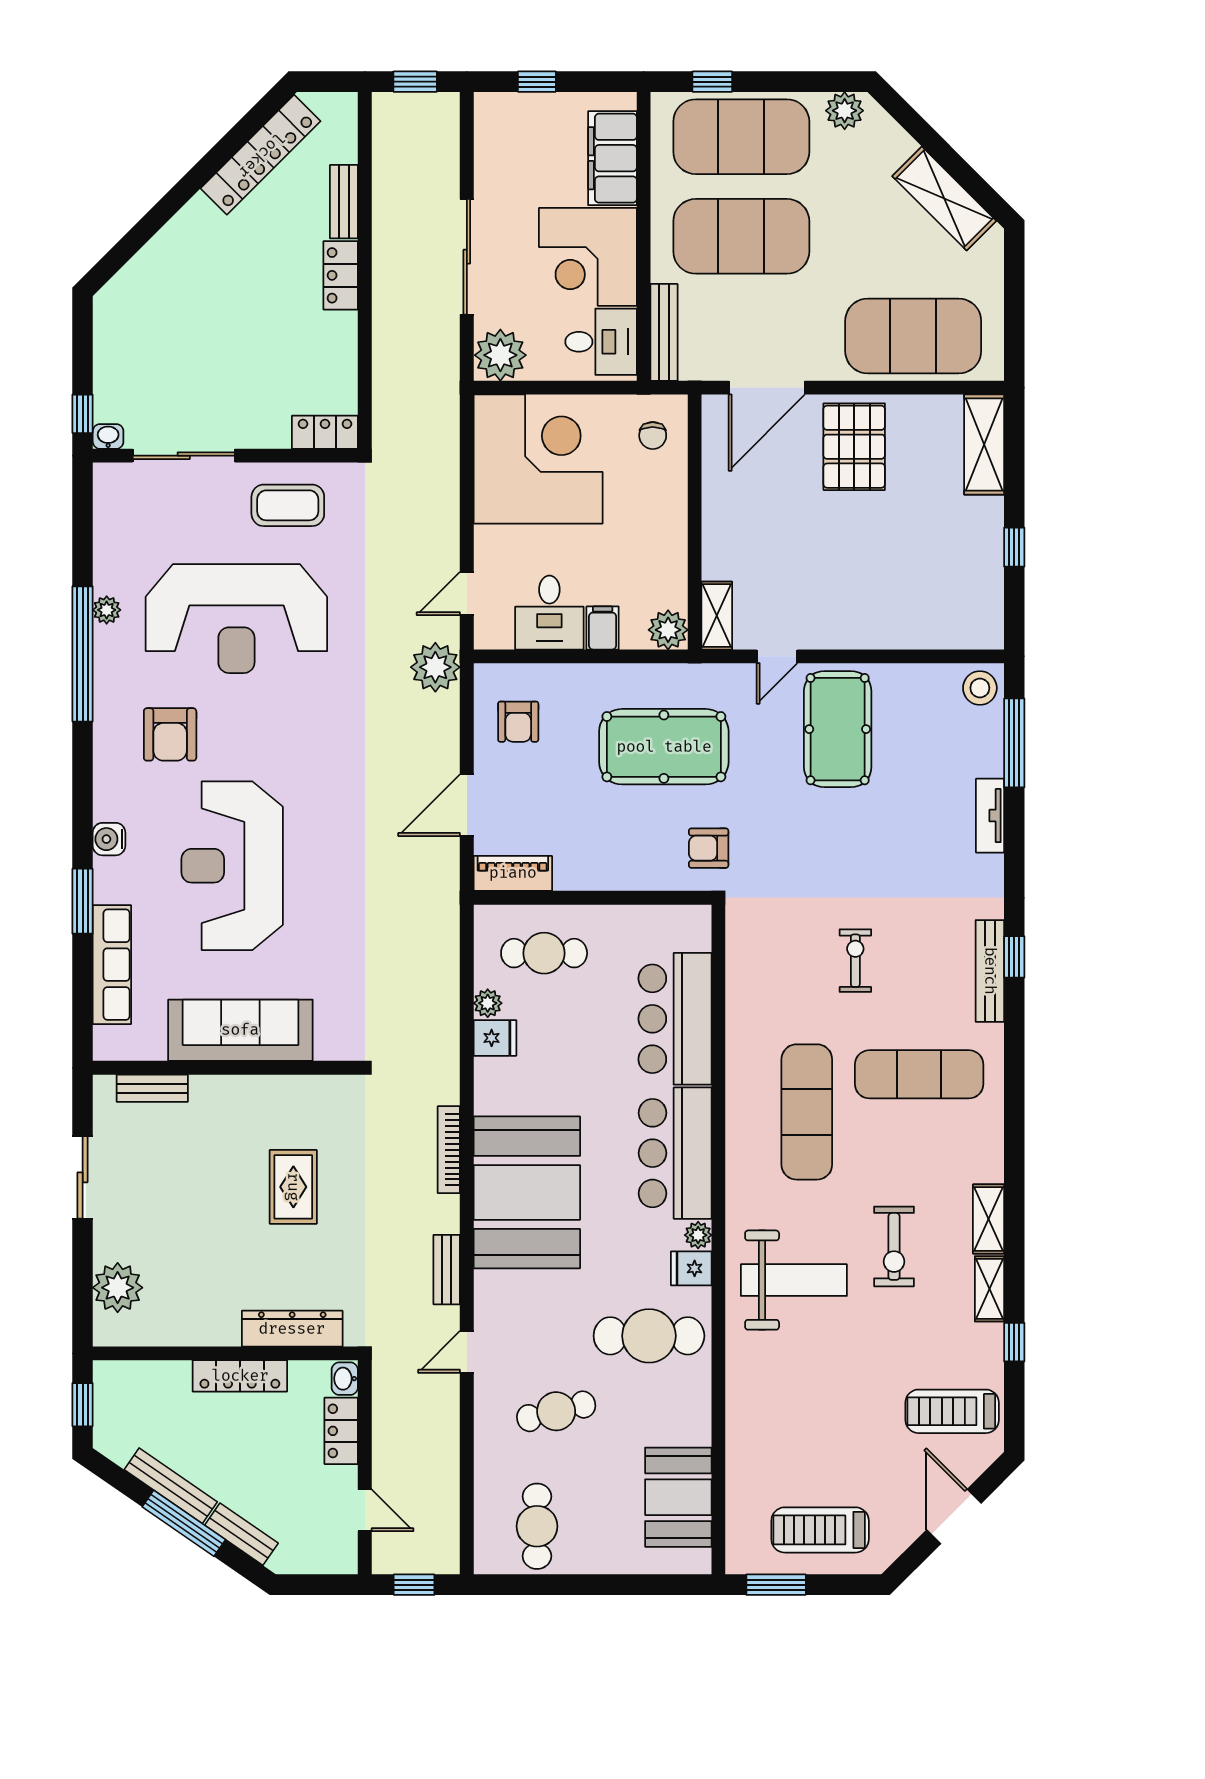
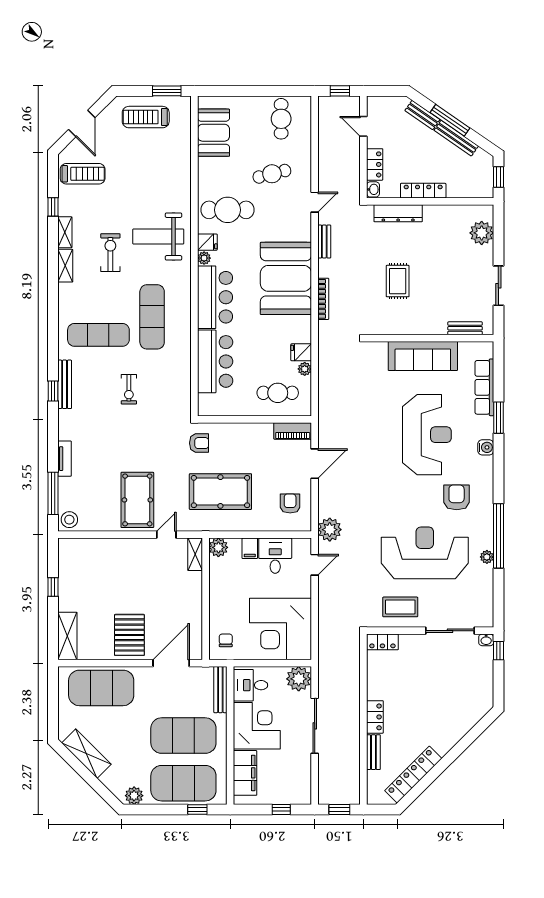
treadmill: (820, 1530) -> (146, 117), turned 180

